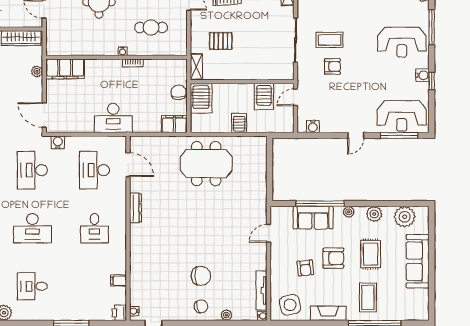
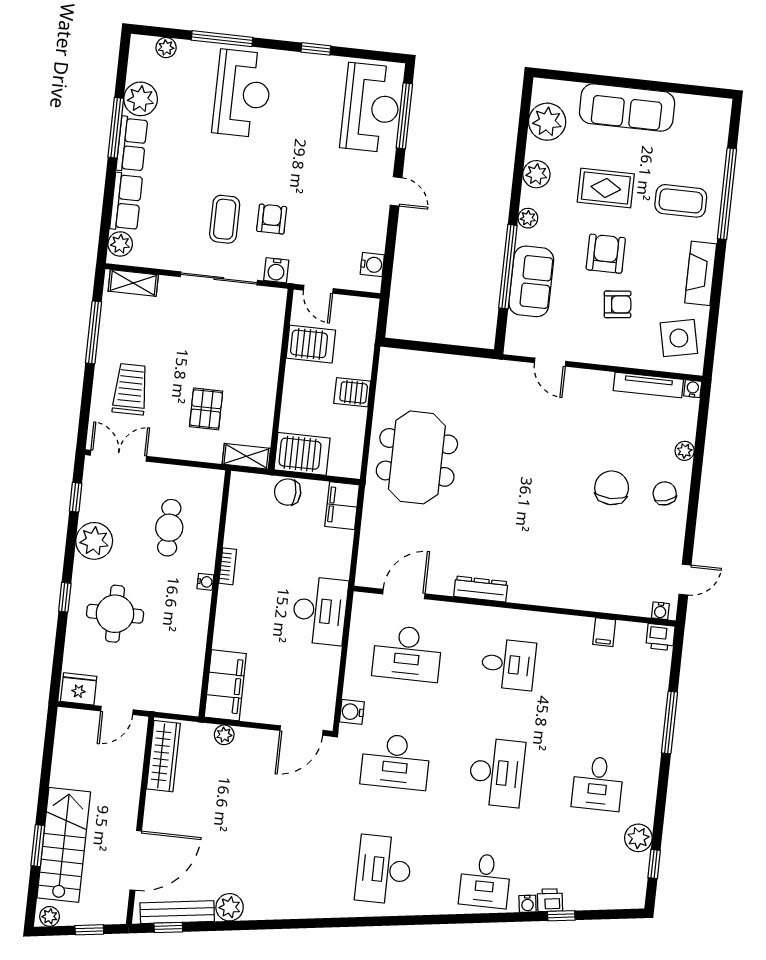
water cooler: (422, 75) -> (276, 270), moved, turned 180

